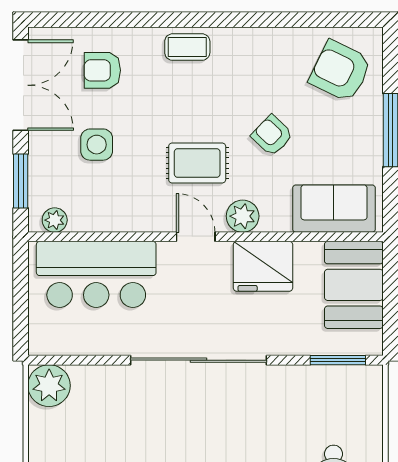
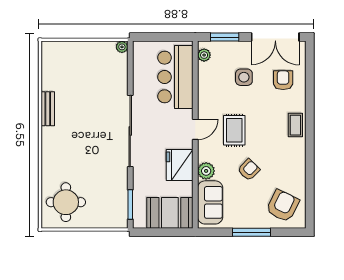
plant: (243, 216) -> (206, 171), moved
plant: (49, 386) -> (122, 47), width x0.53, depth x0.53

